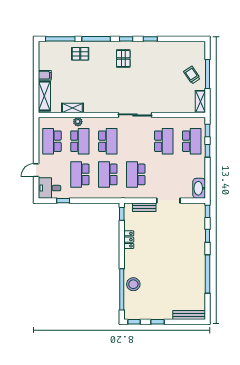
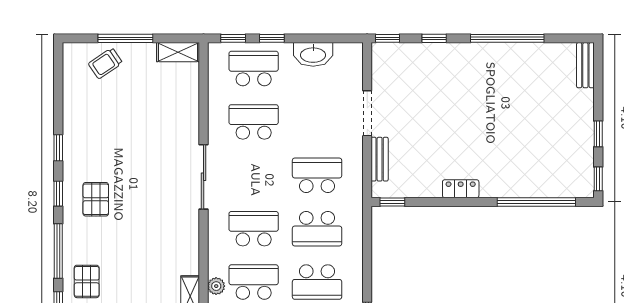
pallet: (123, 58) -> (96, 199), turned 90
trolley: (192, 75) -> (105, 63), moved
school desk: (136, 174) -> (317, 175), turned 180
washbasin: (199, 188) -> (313, 54), moved
locker: (129, 240) -> (461, 189), moved
stool: (133, 284) -> (527, 180), removed
bench: (189, 315) -> (585, 65), width x0.73

